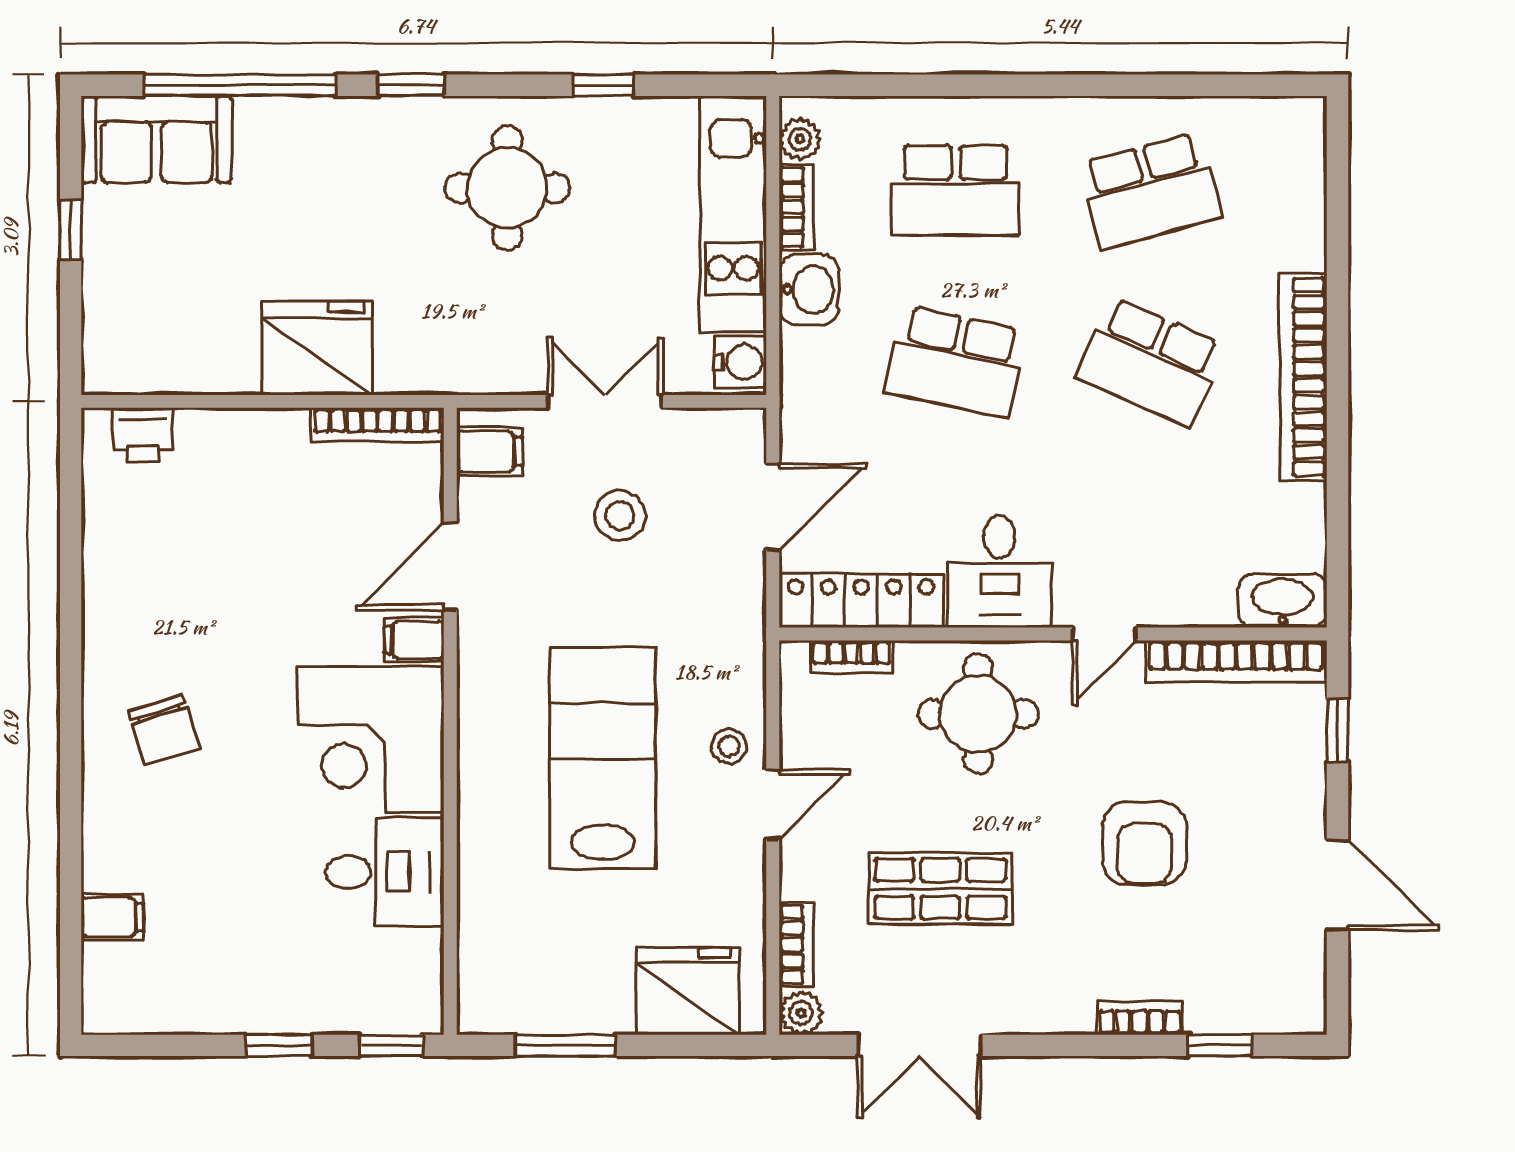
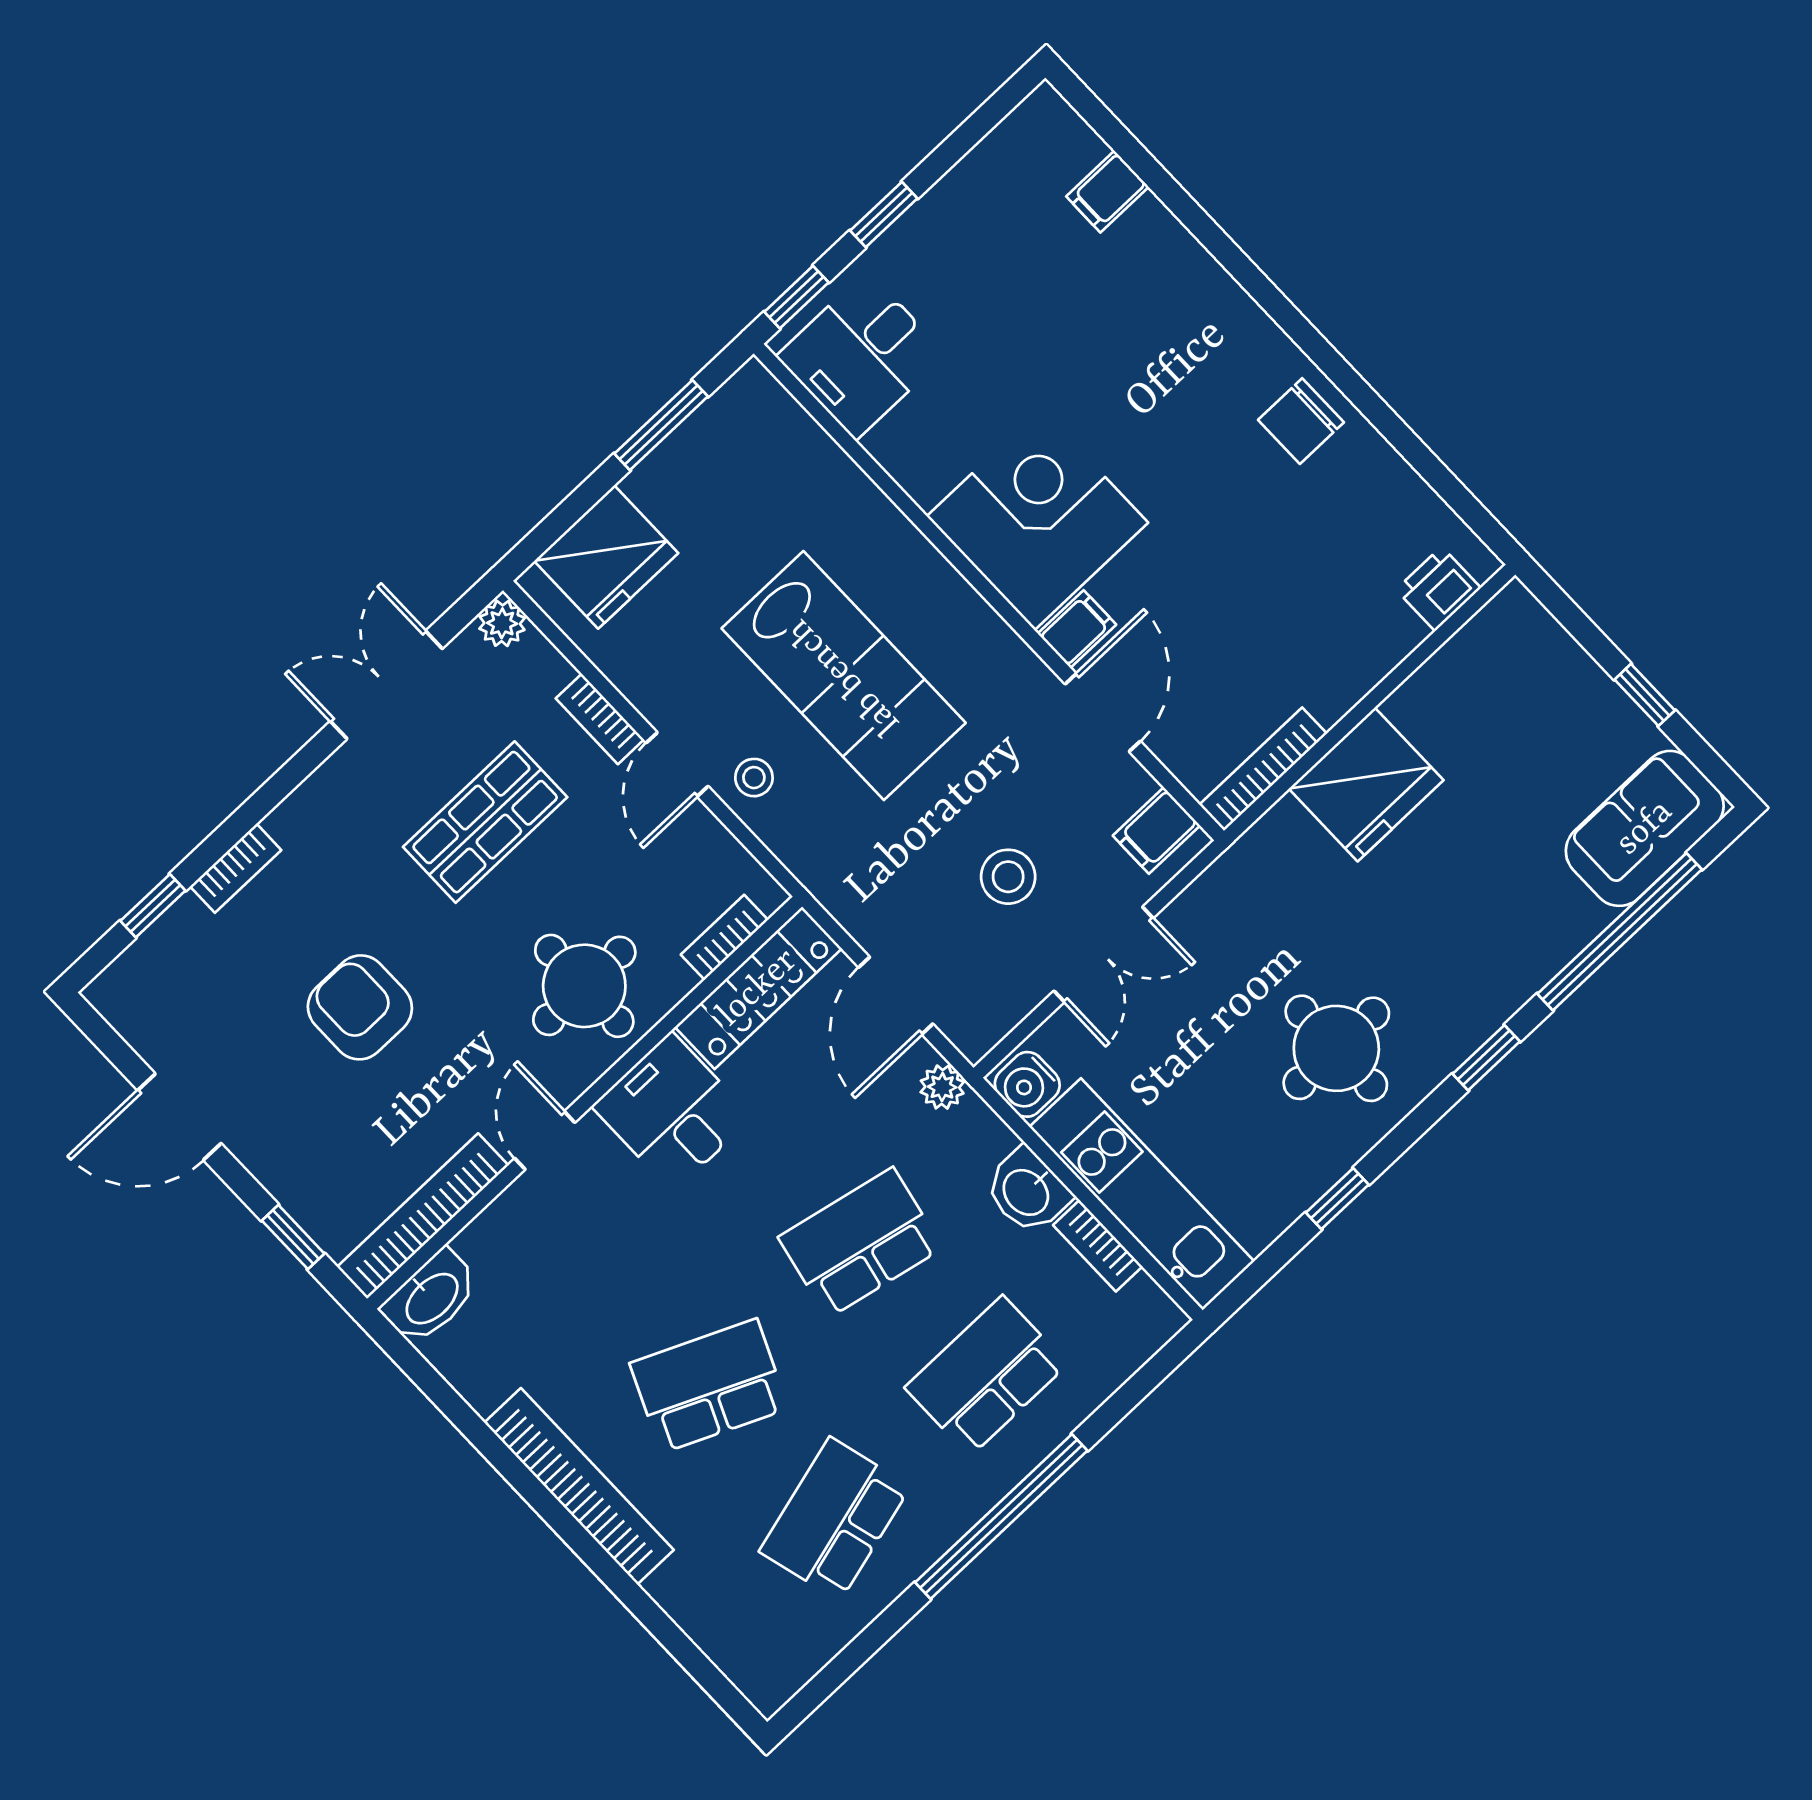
window: (1036, 85) -> (1001, 1516), added
plant: (800, 139) -> (942, 1087), moved
chair: (164, 730) -> (1301, 421), moved, turned -73
desk: (385, 872) -> (861, 355), moved
bookcase: (796, 944) -> (600, 719), moved

